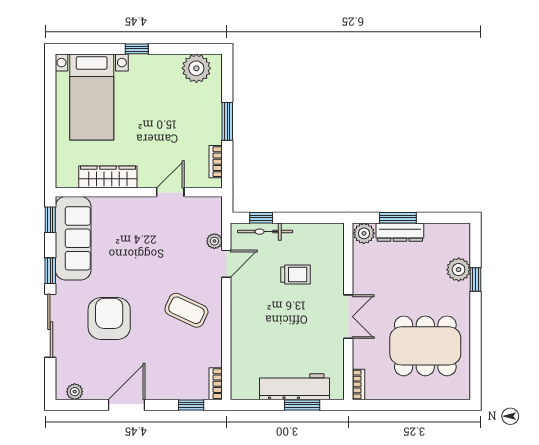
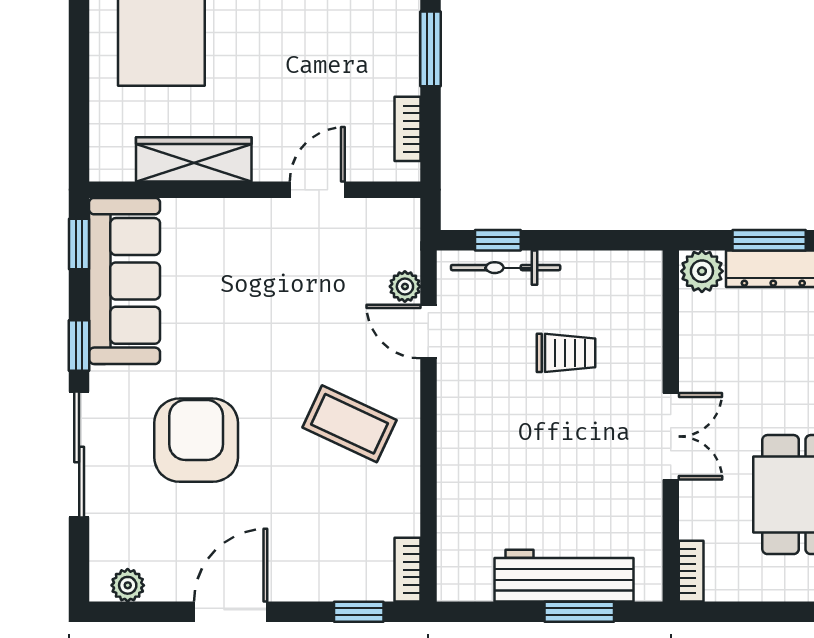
door: (226, 264) -> (428, 331), swing flipped

